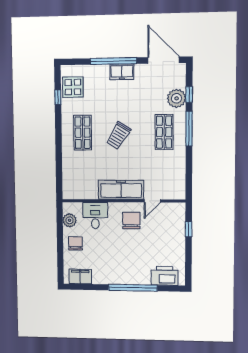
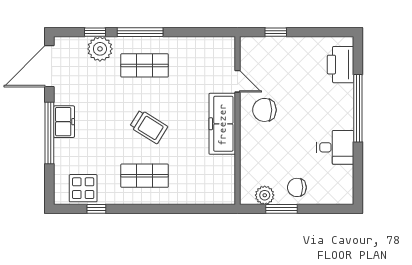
desk: (95, 216) -> (335, 147), moved, turned 180
window: (60, 232) -> (282, 209), added
filing cabinet: (80, 277) -> (343, 181), removed

